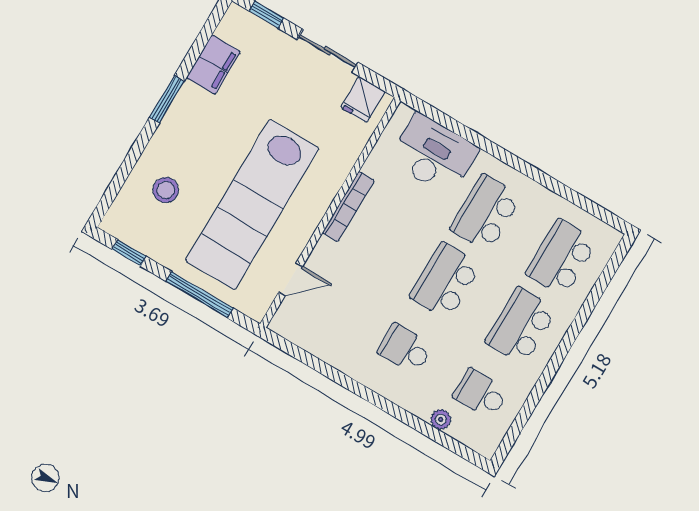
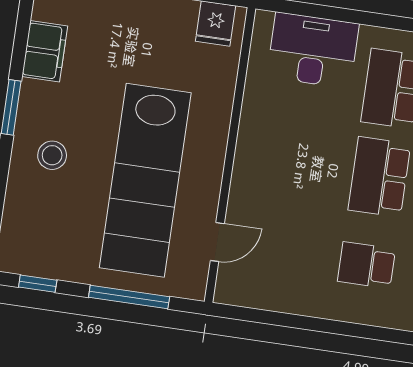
stool: (166, 190) -> (52, 155), moved
bookcase: (348, 207) -> (246, 141), removed

